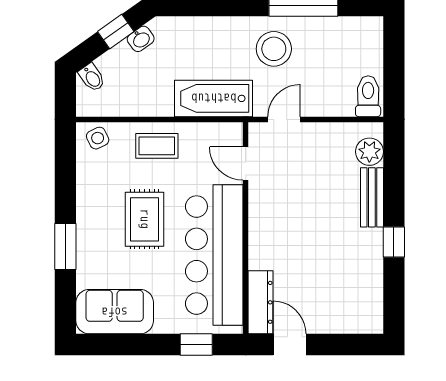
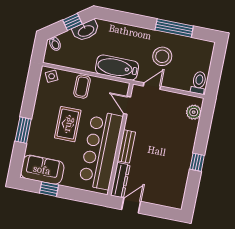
washbasin: (141, 39) -> (86, 31), width x1.91, depth x1.45
stool: (274, 49) -> (162, 56), moved
coffee table: (157, 146) -> (82, 87), turned 90
bench: (372, 197) -> (126, 146), moved
window: (196, 345) -> (49, 189), moved
door: (290, 345) -> (131, 205), hinge flipped

